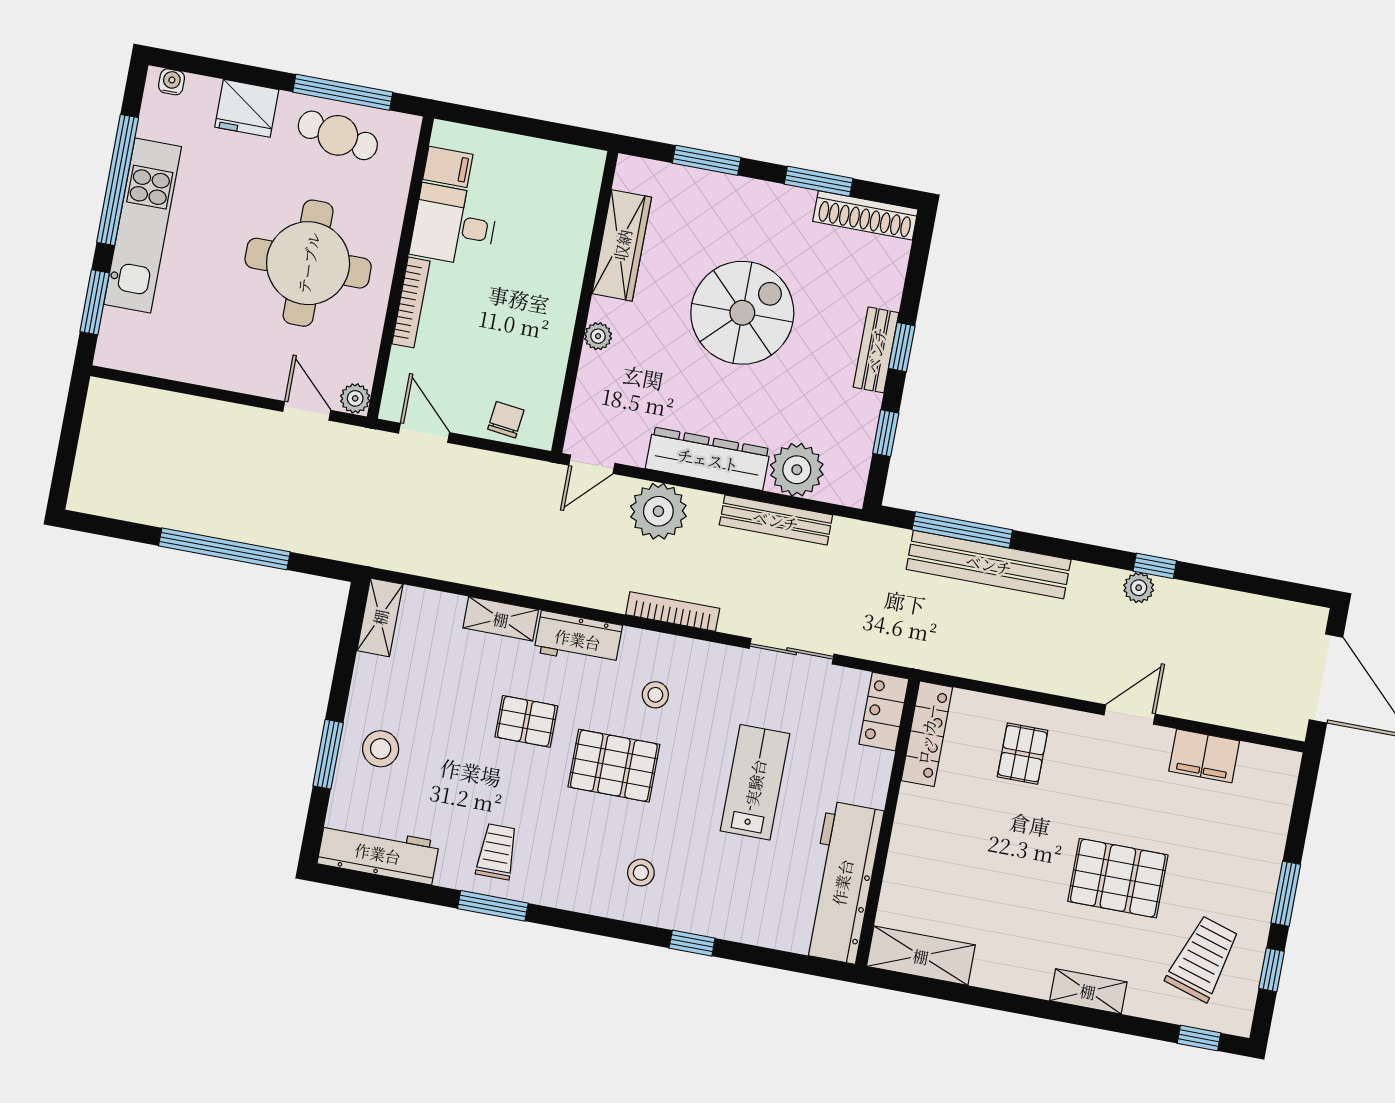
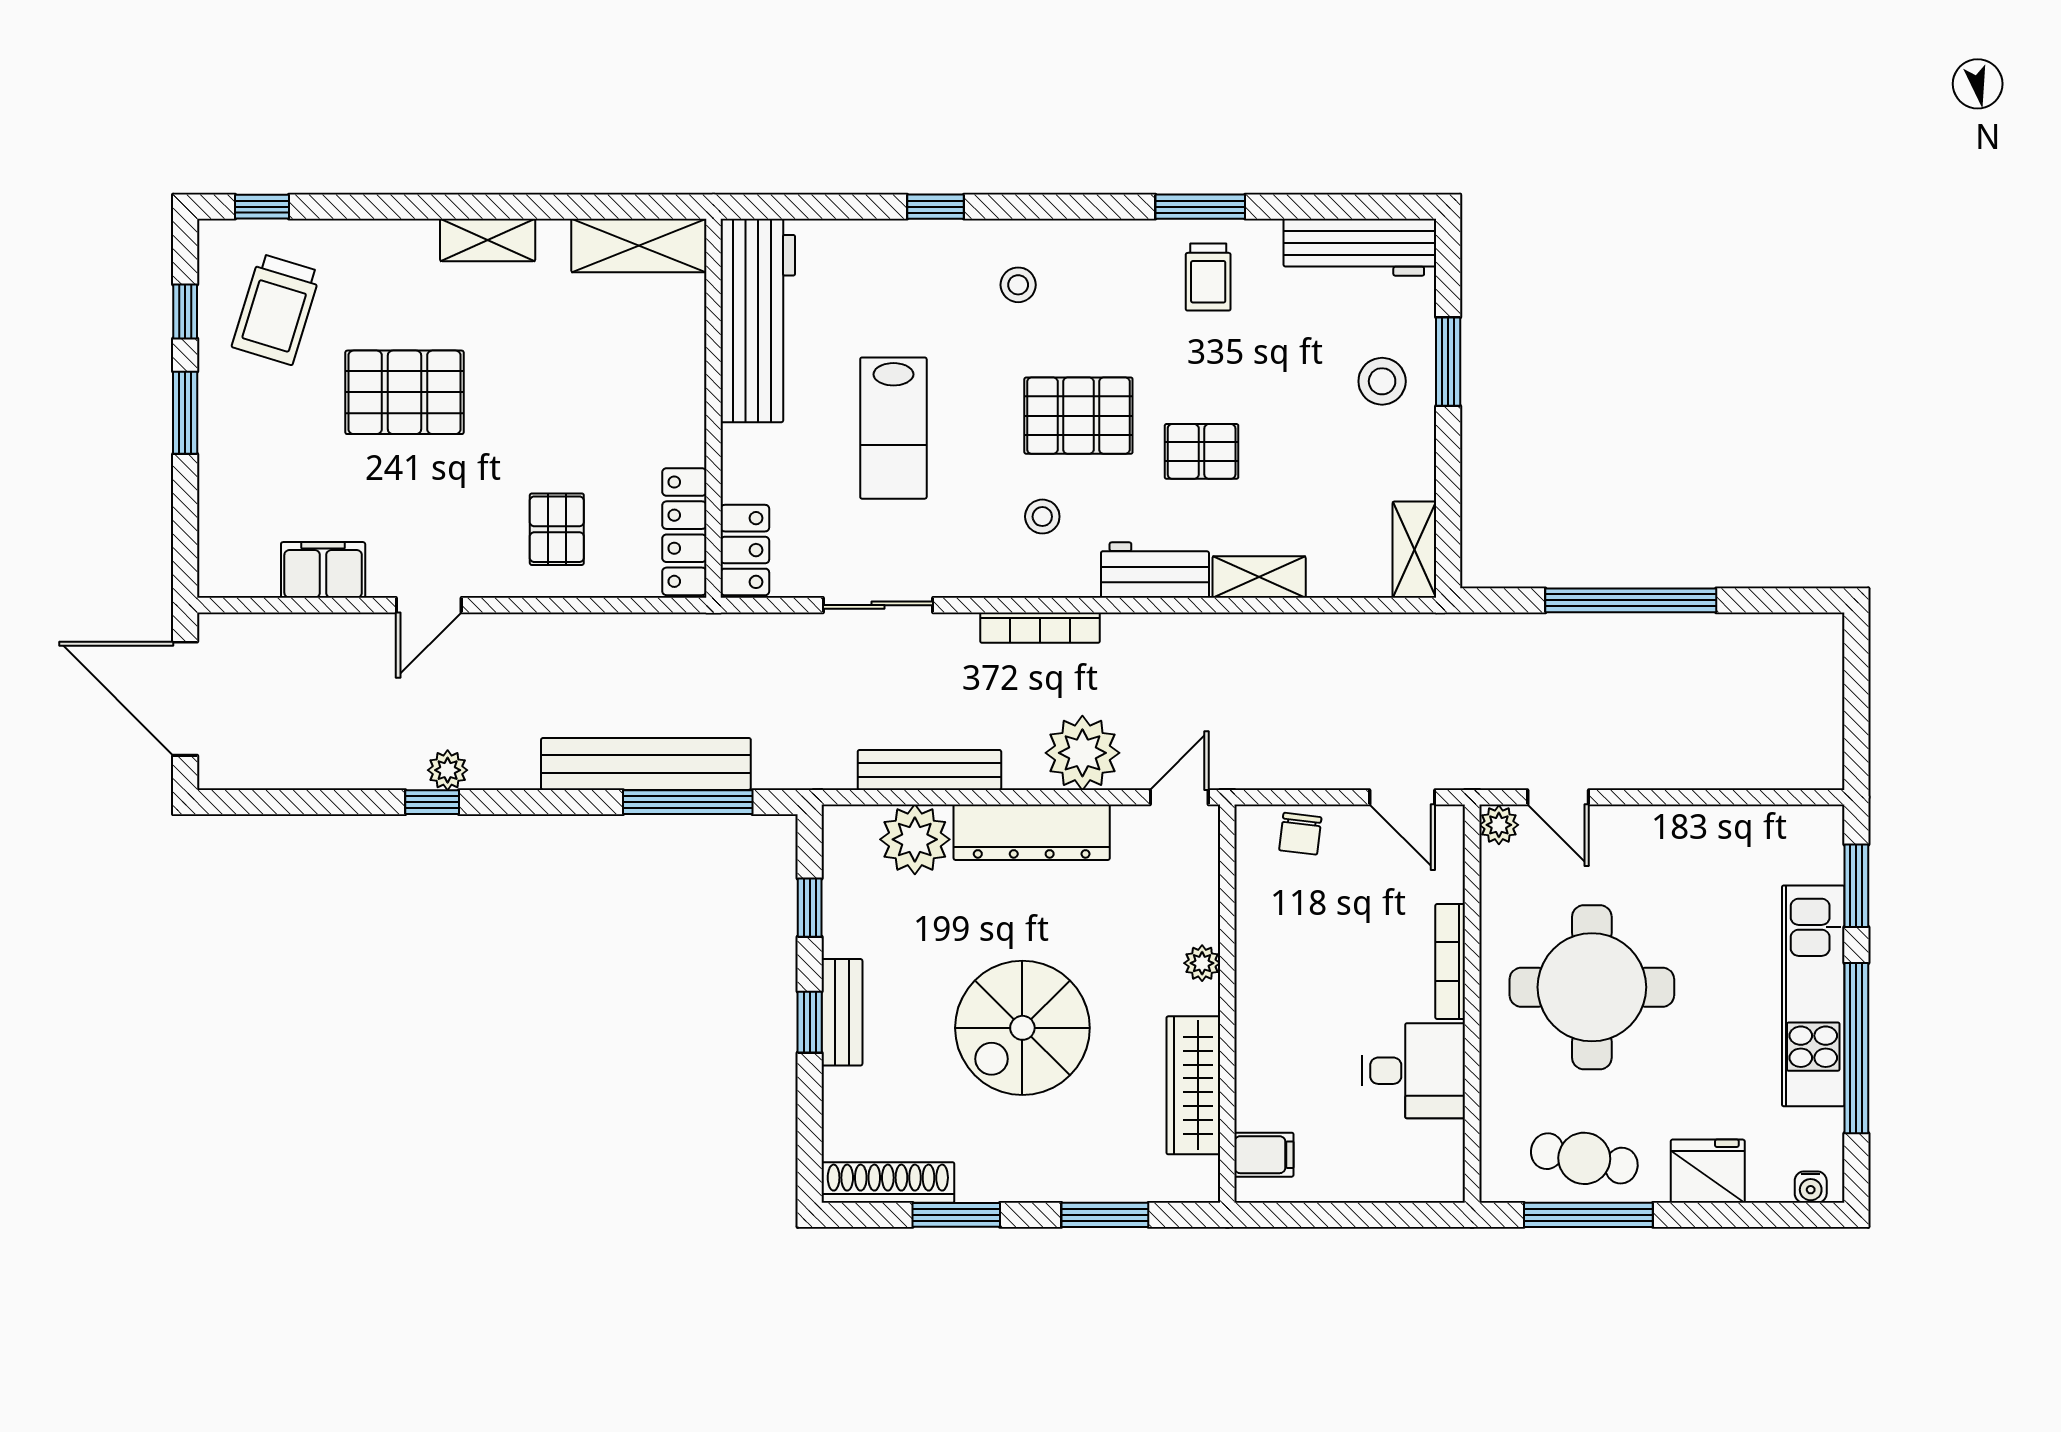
filing cabinet: (448, 167) -> (1264, 1155), moved, turned 180
shelving: (1088, 991) -> (488, 240), moved

